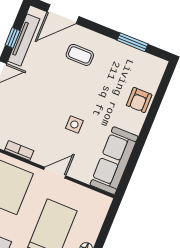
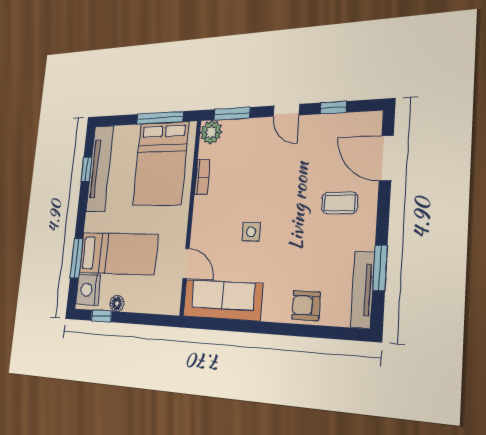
tv unit: (24, 40) -> (363, 290), moved, turned 90
coffee table: (80, 55) -> (340, 203), turned 90
door: (55, 173) -> (186, 263), moved

